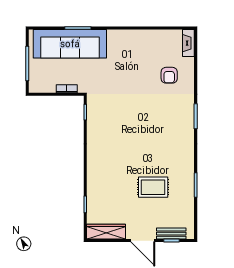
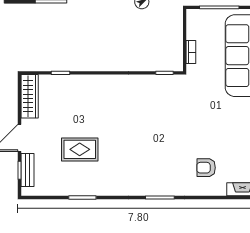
rug: (153, 187) -> (80, 149), turned 90

